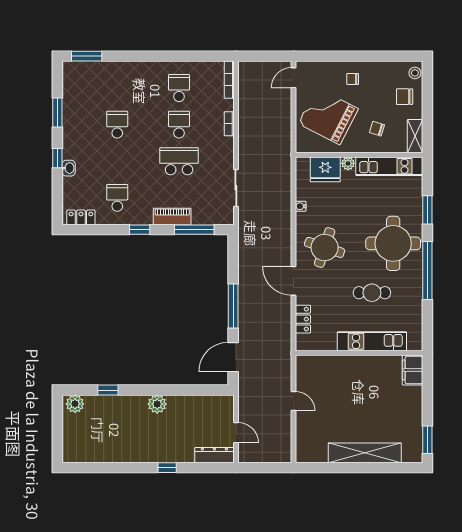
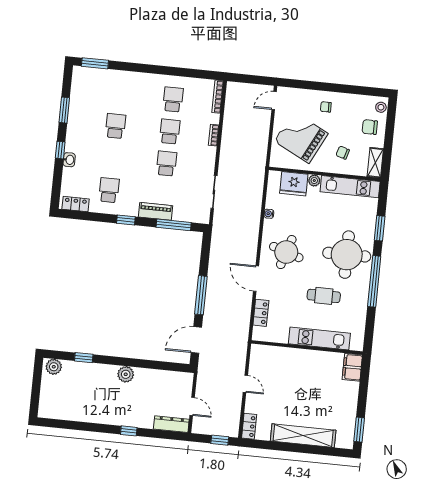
school desk: (179, 161) -> (166, 164), width x0.54
locker: (303, 449) -> (249, 426), added
window: (271, 468) -> (220, 440), added

